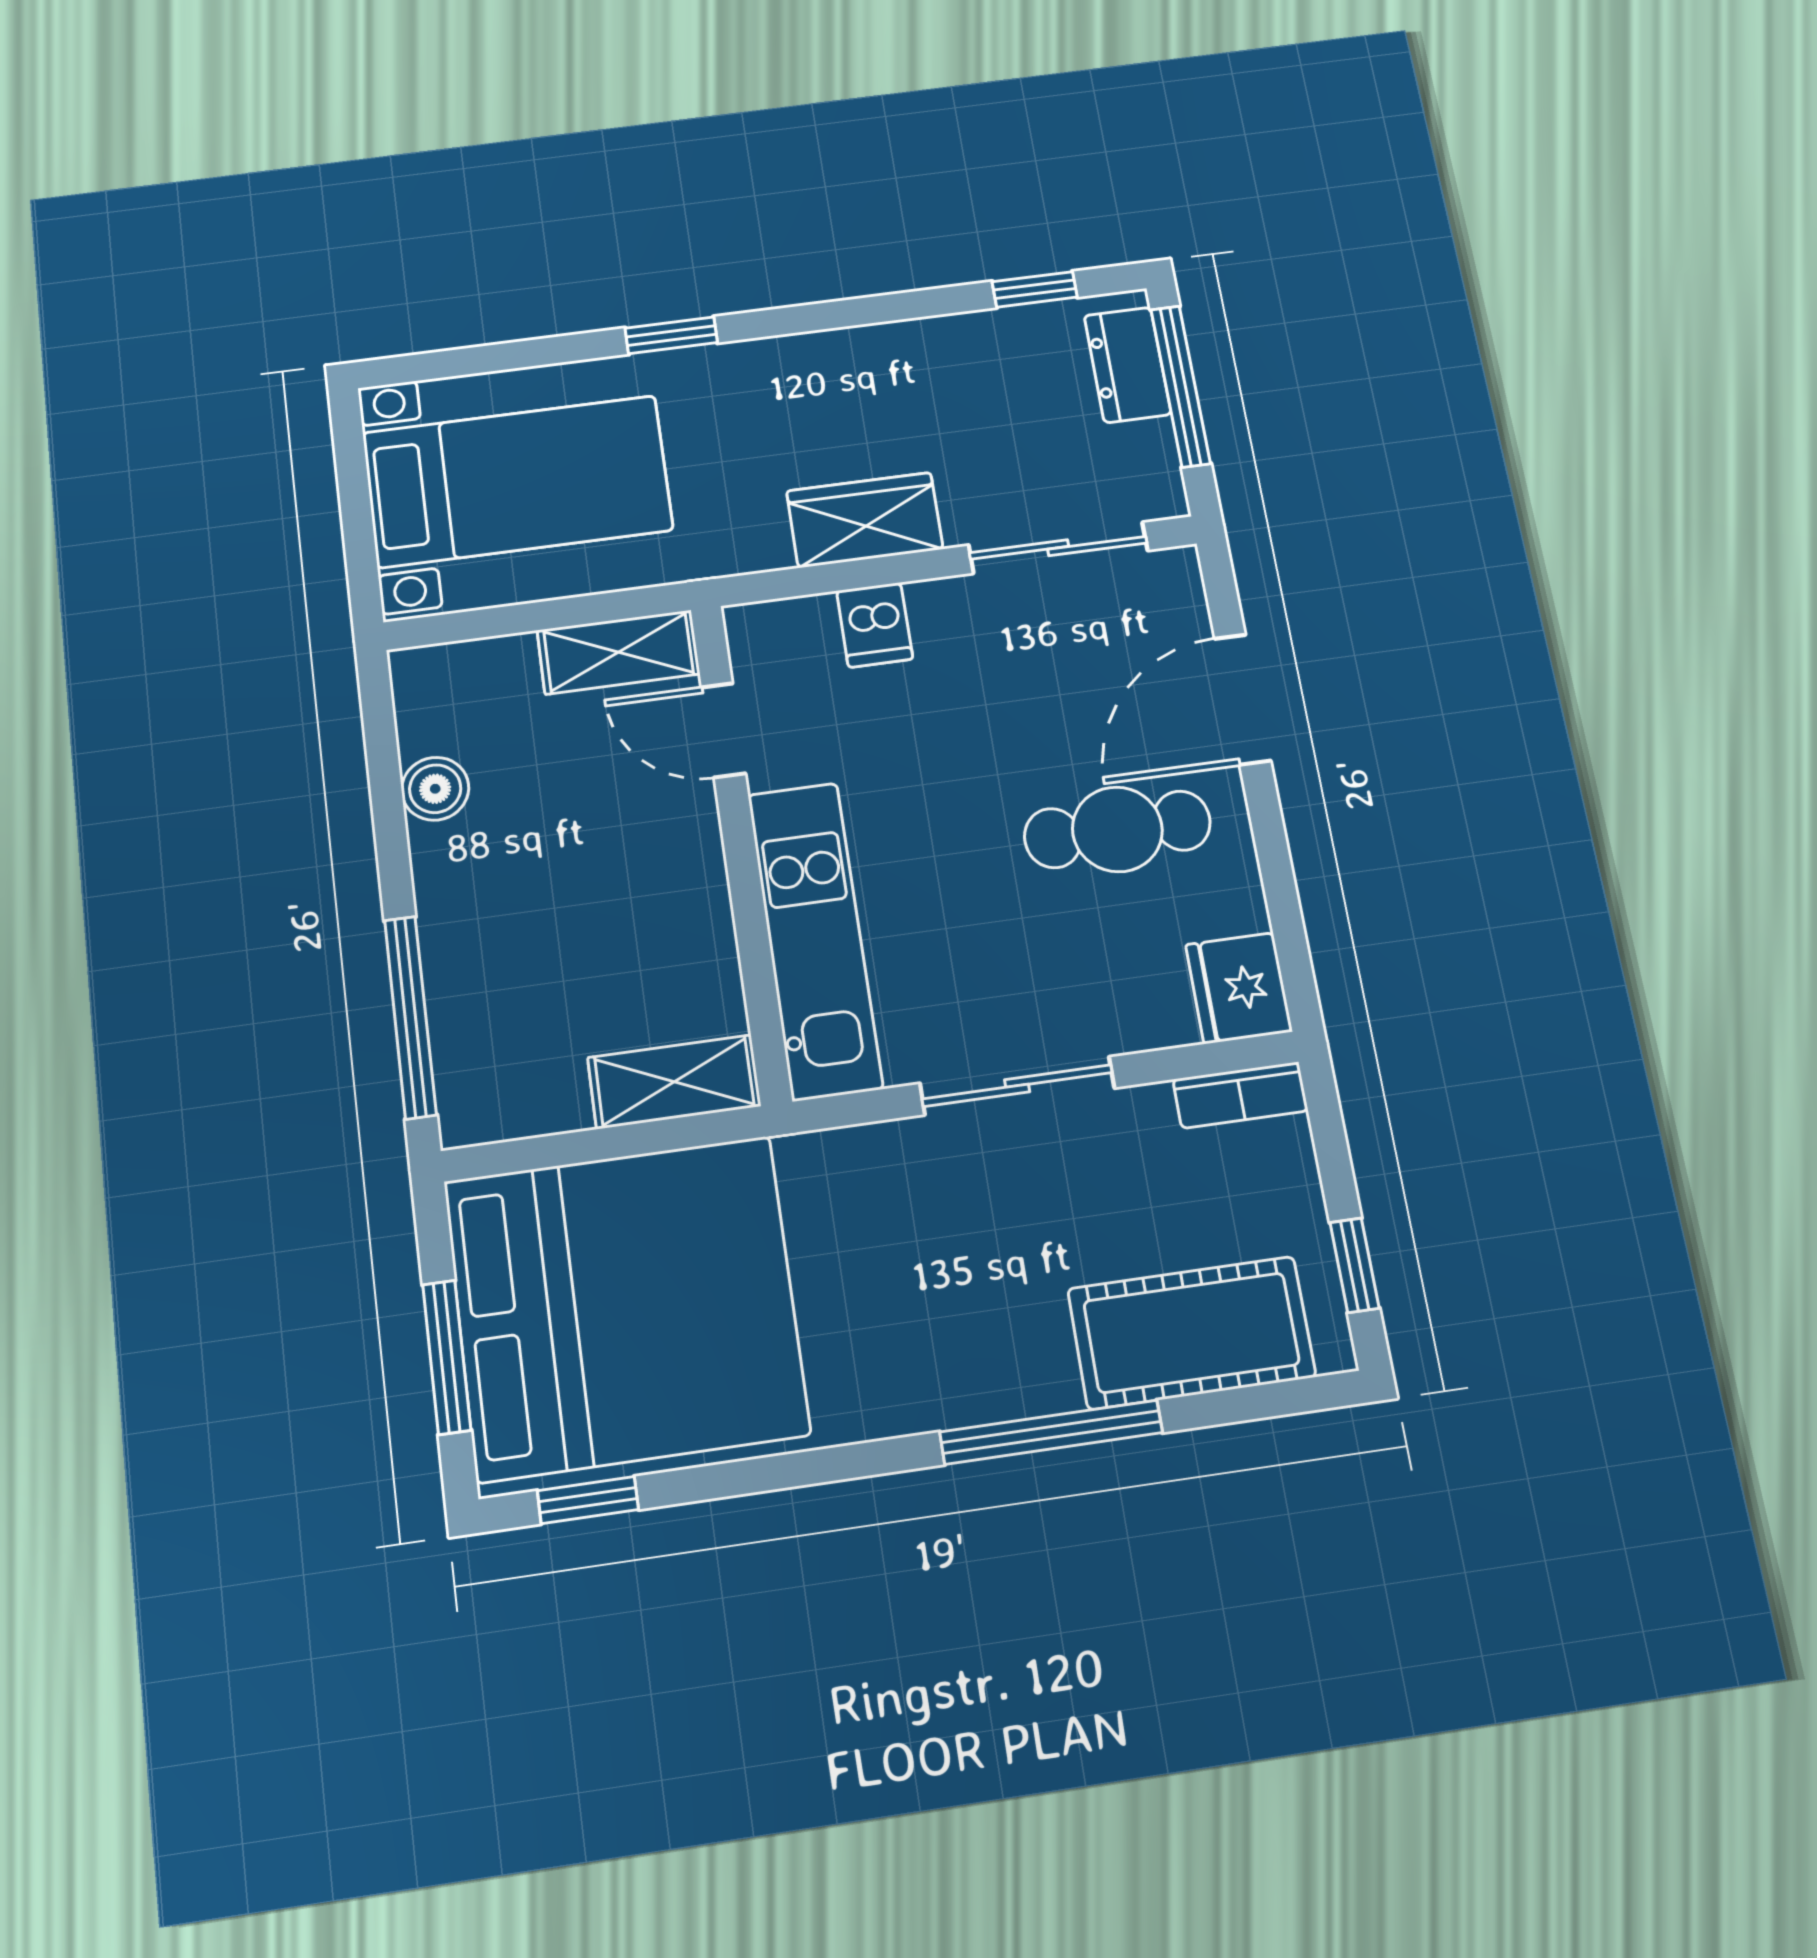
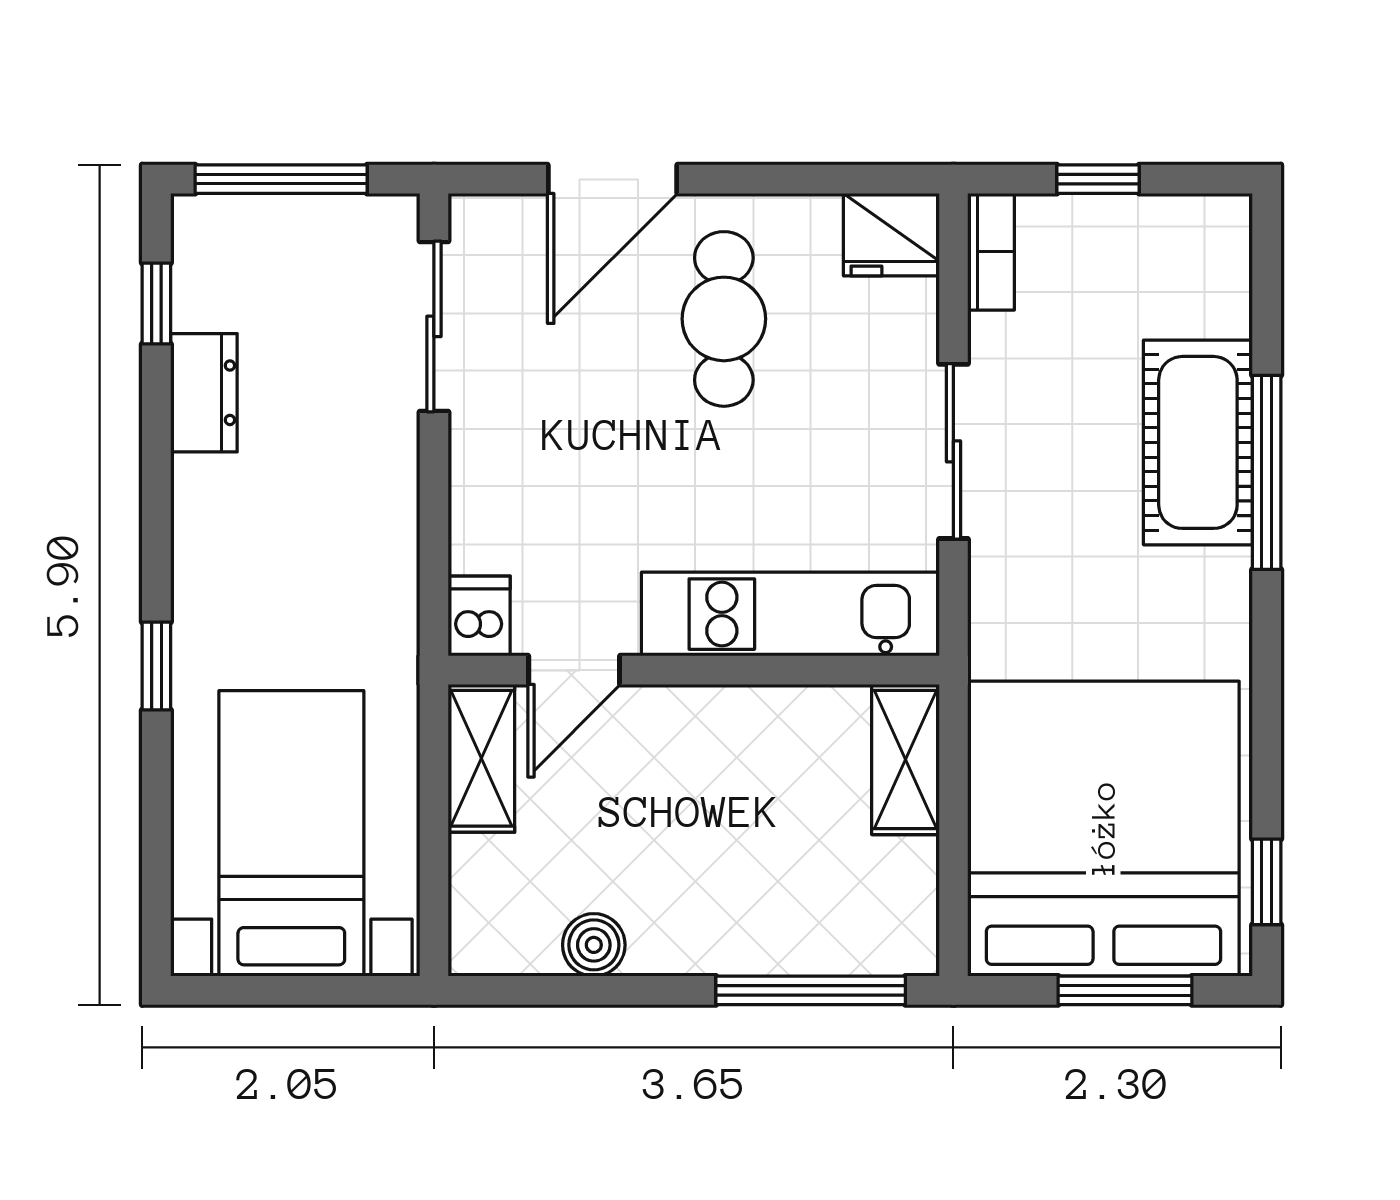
dresser: (1128, 365) -> (204, 393), moved, turned -90
wardrobe: (865, 520) -> (379, 506), removed
dishwasher: (875, 625) -> (479, 616), moved, turned -90
door: (1243, 699) -> (612, 179), hinge flipped
window: (1355, 1265) -> (1098, 179), moved
cot: (1191, 1333) -> (1198, 442), moved

